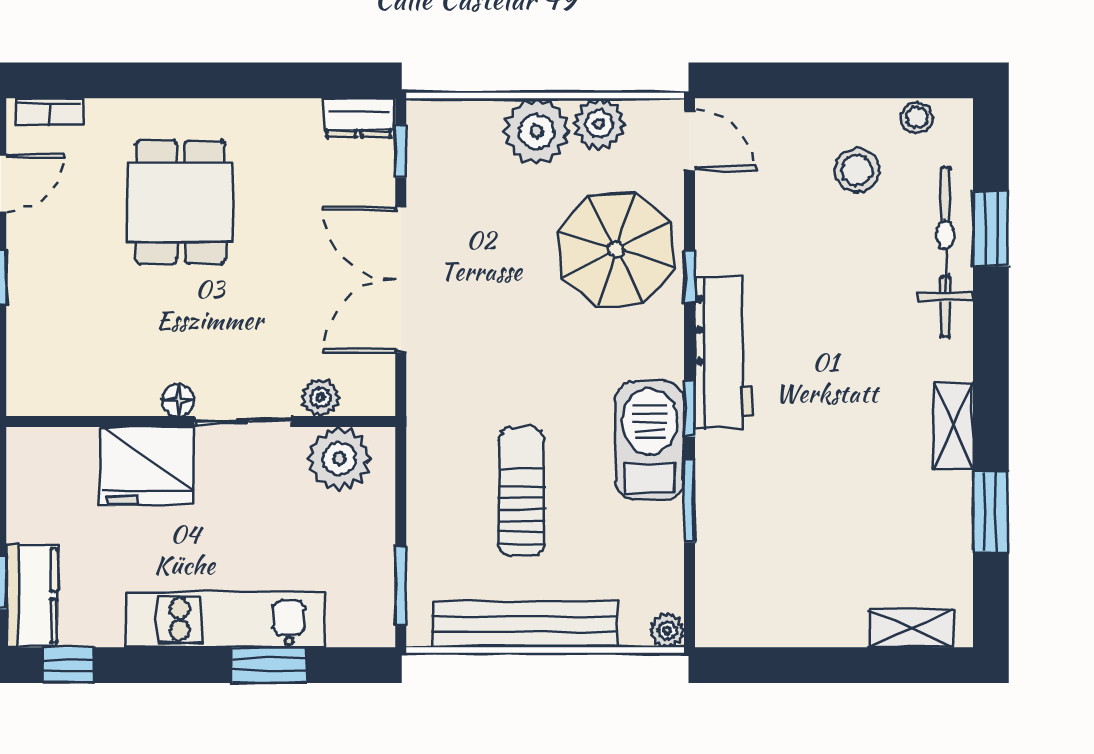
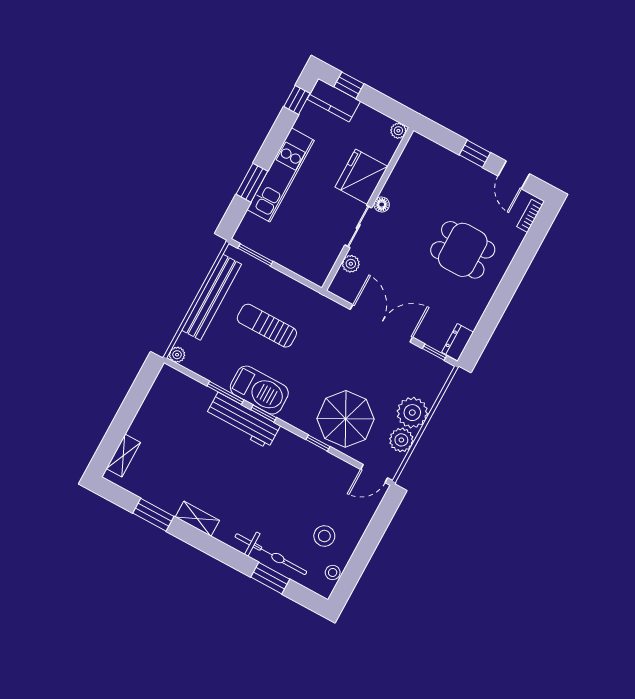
workbench: (723, 353) -> (243, 420), moved
plant: (339, 458) -> (398, 131), moved, width x0.53, depth x0.53
sun lounger: (521, 492) -> (267, 326), turned 180

